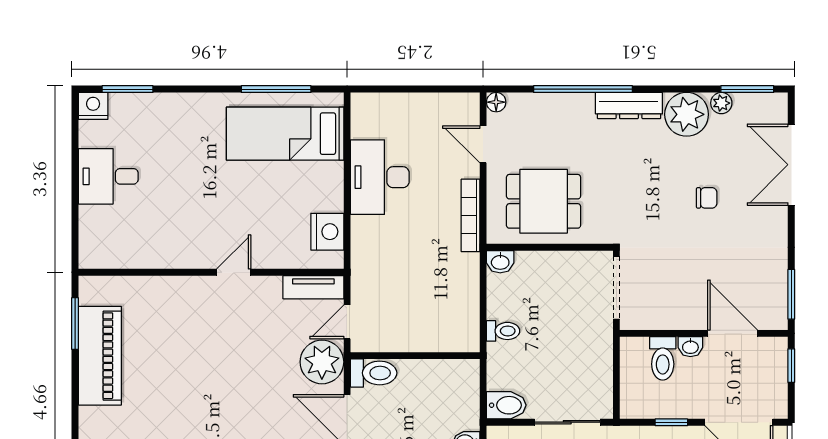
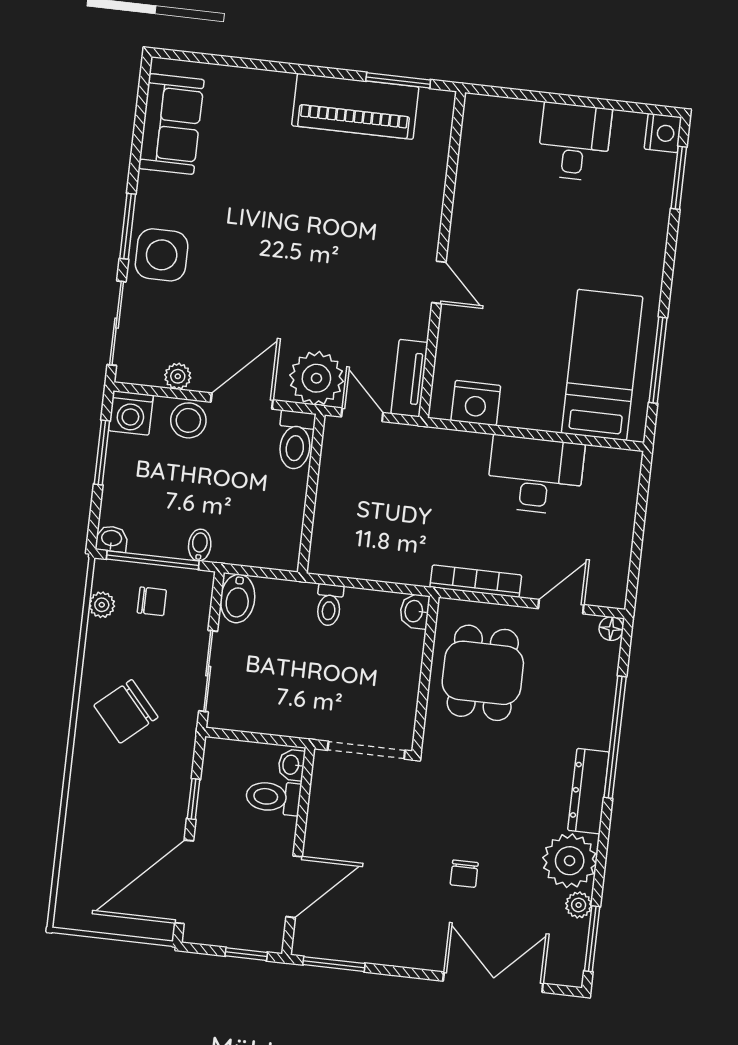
washbasin: (690, 347) -> (291, 765), moved

